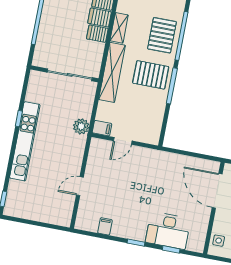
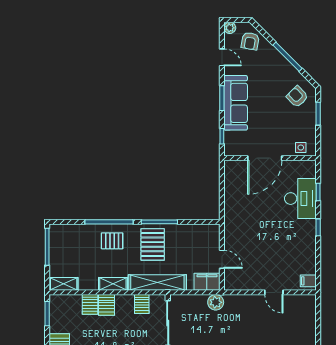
server rack: (97, 34) -> (142, 304), moved
pallet: (162, 35) -> (112, 241), width x0.67, depth x0.71
filing cabinet: (102, 128) -> (207, 282), width x2.00
door: (217, 191) -> (265, 158), moved
filing cabinet: (105, 226) -> (308, 281), moved

